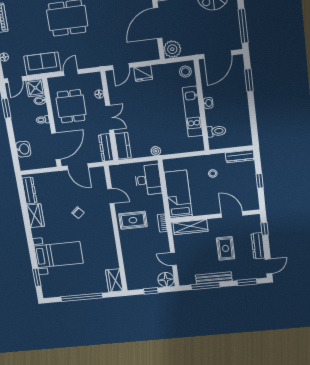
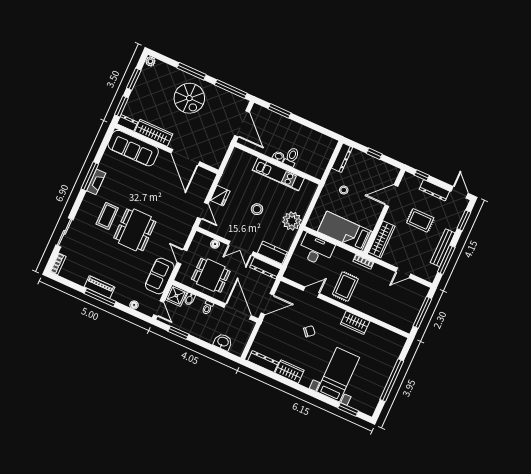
plant: (172, 49) -> (214, 159), removed
stool: (185, 72) -> (257, 209), moved
double door: (110, 118) -> (241, 248), swing flipped
toilet: (216, 131) -> (291, 157), moved
plant: (156, 151) -> (292, 221), width x1.87, depth x1.87
wardrobe: (114, 280) -> (355, 323), moved
floor lamp: (166, 280) -> (419, 292), removed
window: (151, 291) -> (422, 312), width x2.17

